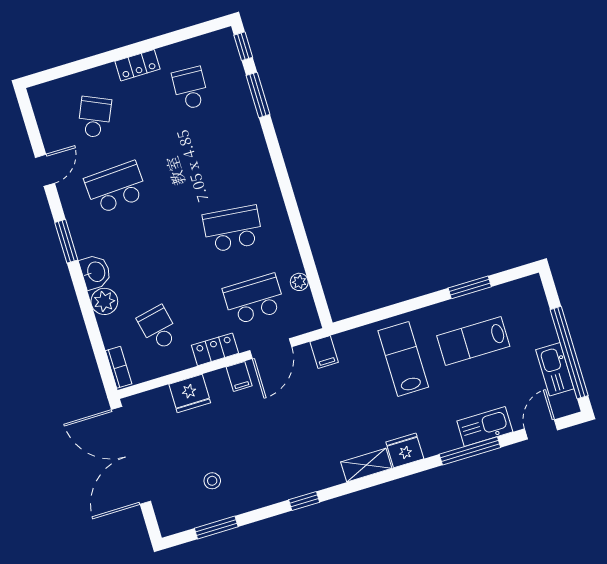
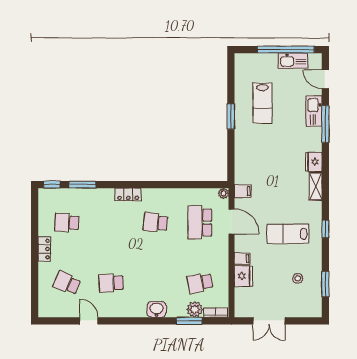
school desk: (116, 187) -> (111, 283), width x0.54
school desk: (233, 229) -> (156, 222), width x0.54
window: (66, 241) -> (189, 321), moved
plant: (299, 282) -> (223, 193), moved
window: (470, 287) -> (231, 117), moved
plant: (104, 301) -> (195, 309), moved
locker: (215, 349) -> (128, 195), moved, turned -90
lab bench: (403, 359) -> (288, 234), moved
filing cabinet: (239, 376) -> (242, 259), moved
double door: (131, 455) -> (269, 321), width x0.54

